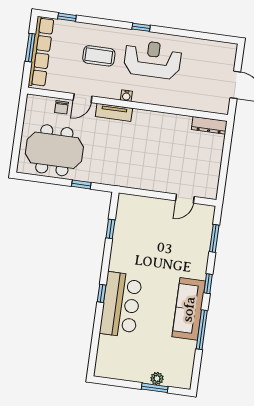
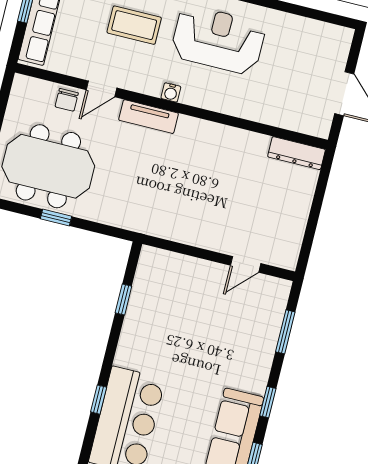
window: (81, 184) -> (56, 217), moved

